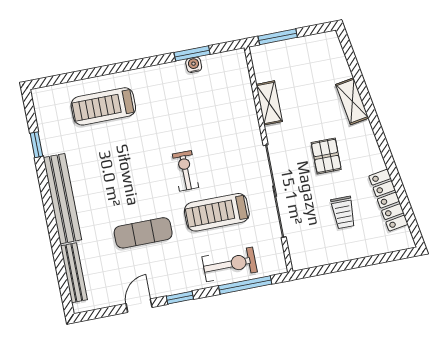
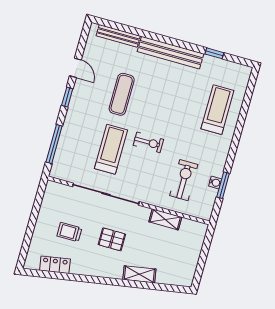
window: (278, 37) -> (206, 247), removed
locker: (388, 200) -> (55, 265), width x0.66
exercise bike: (230, 264) -> (184, 180), moved, turned 180

